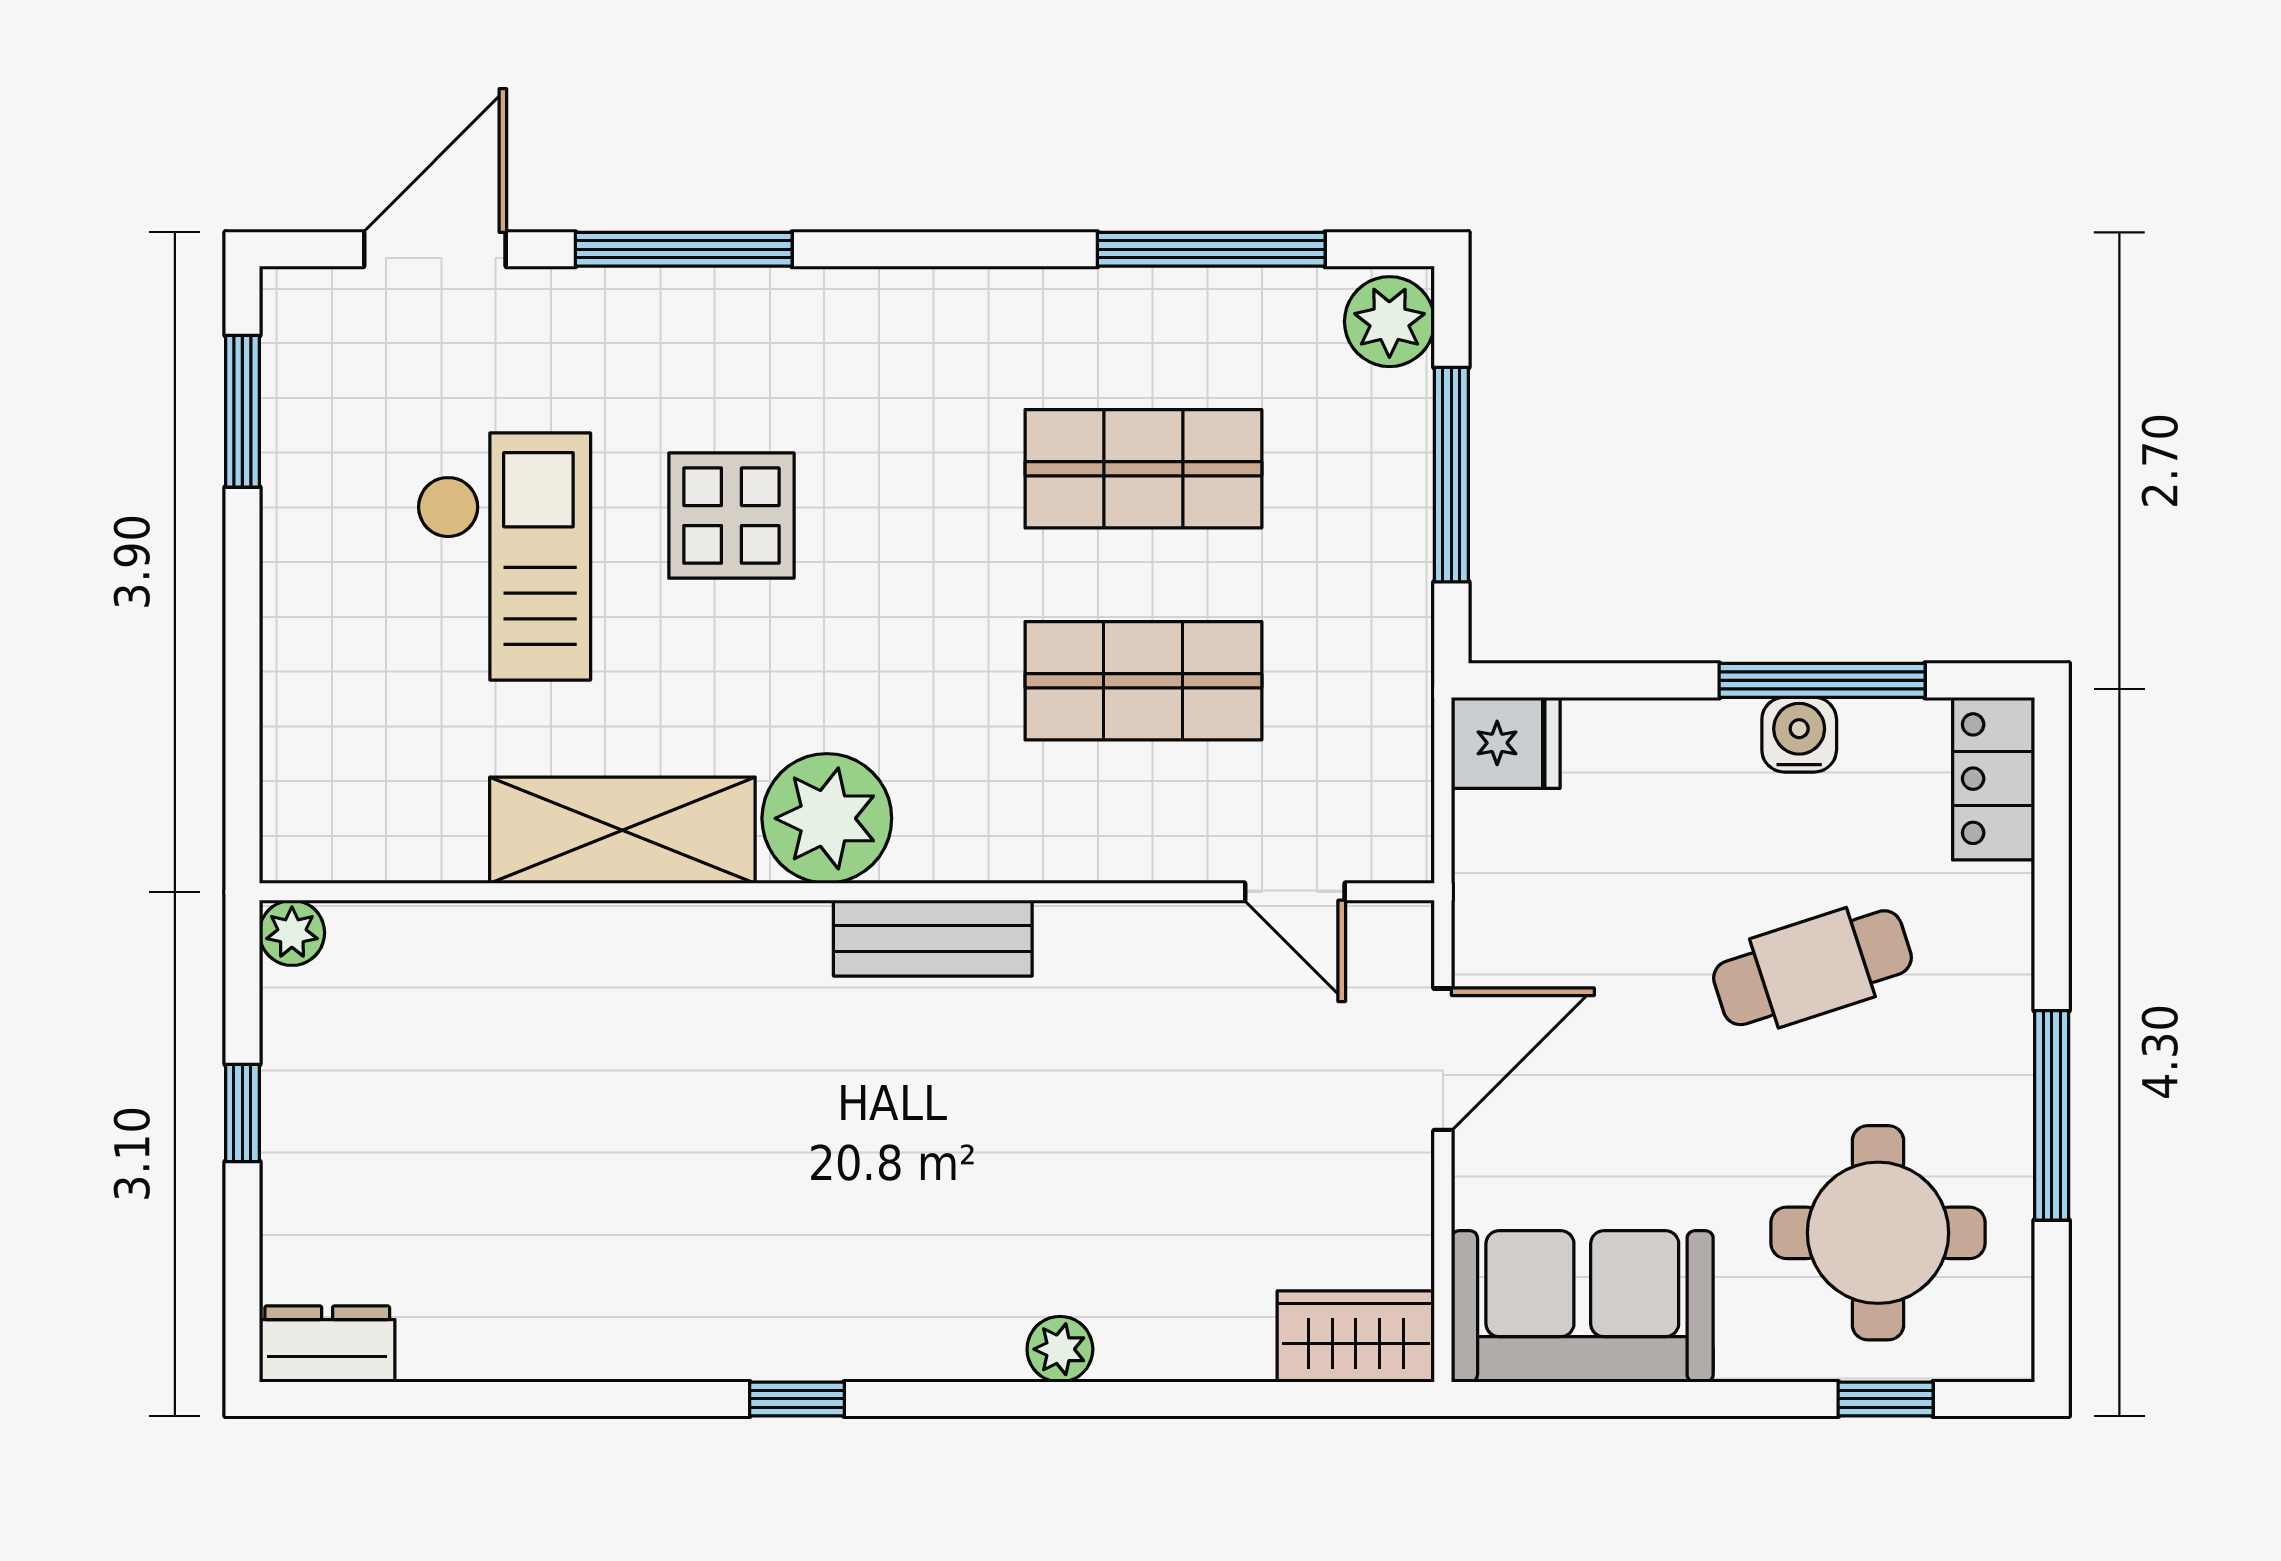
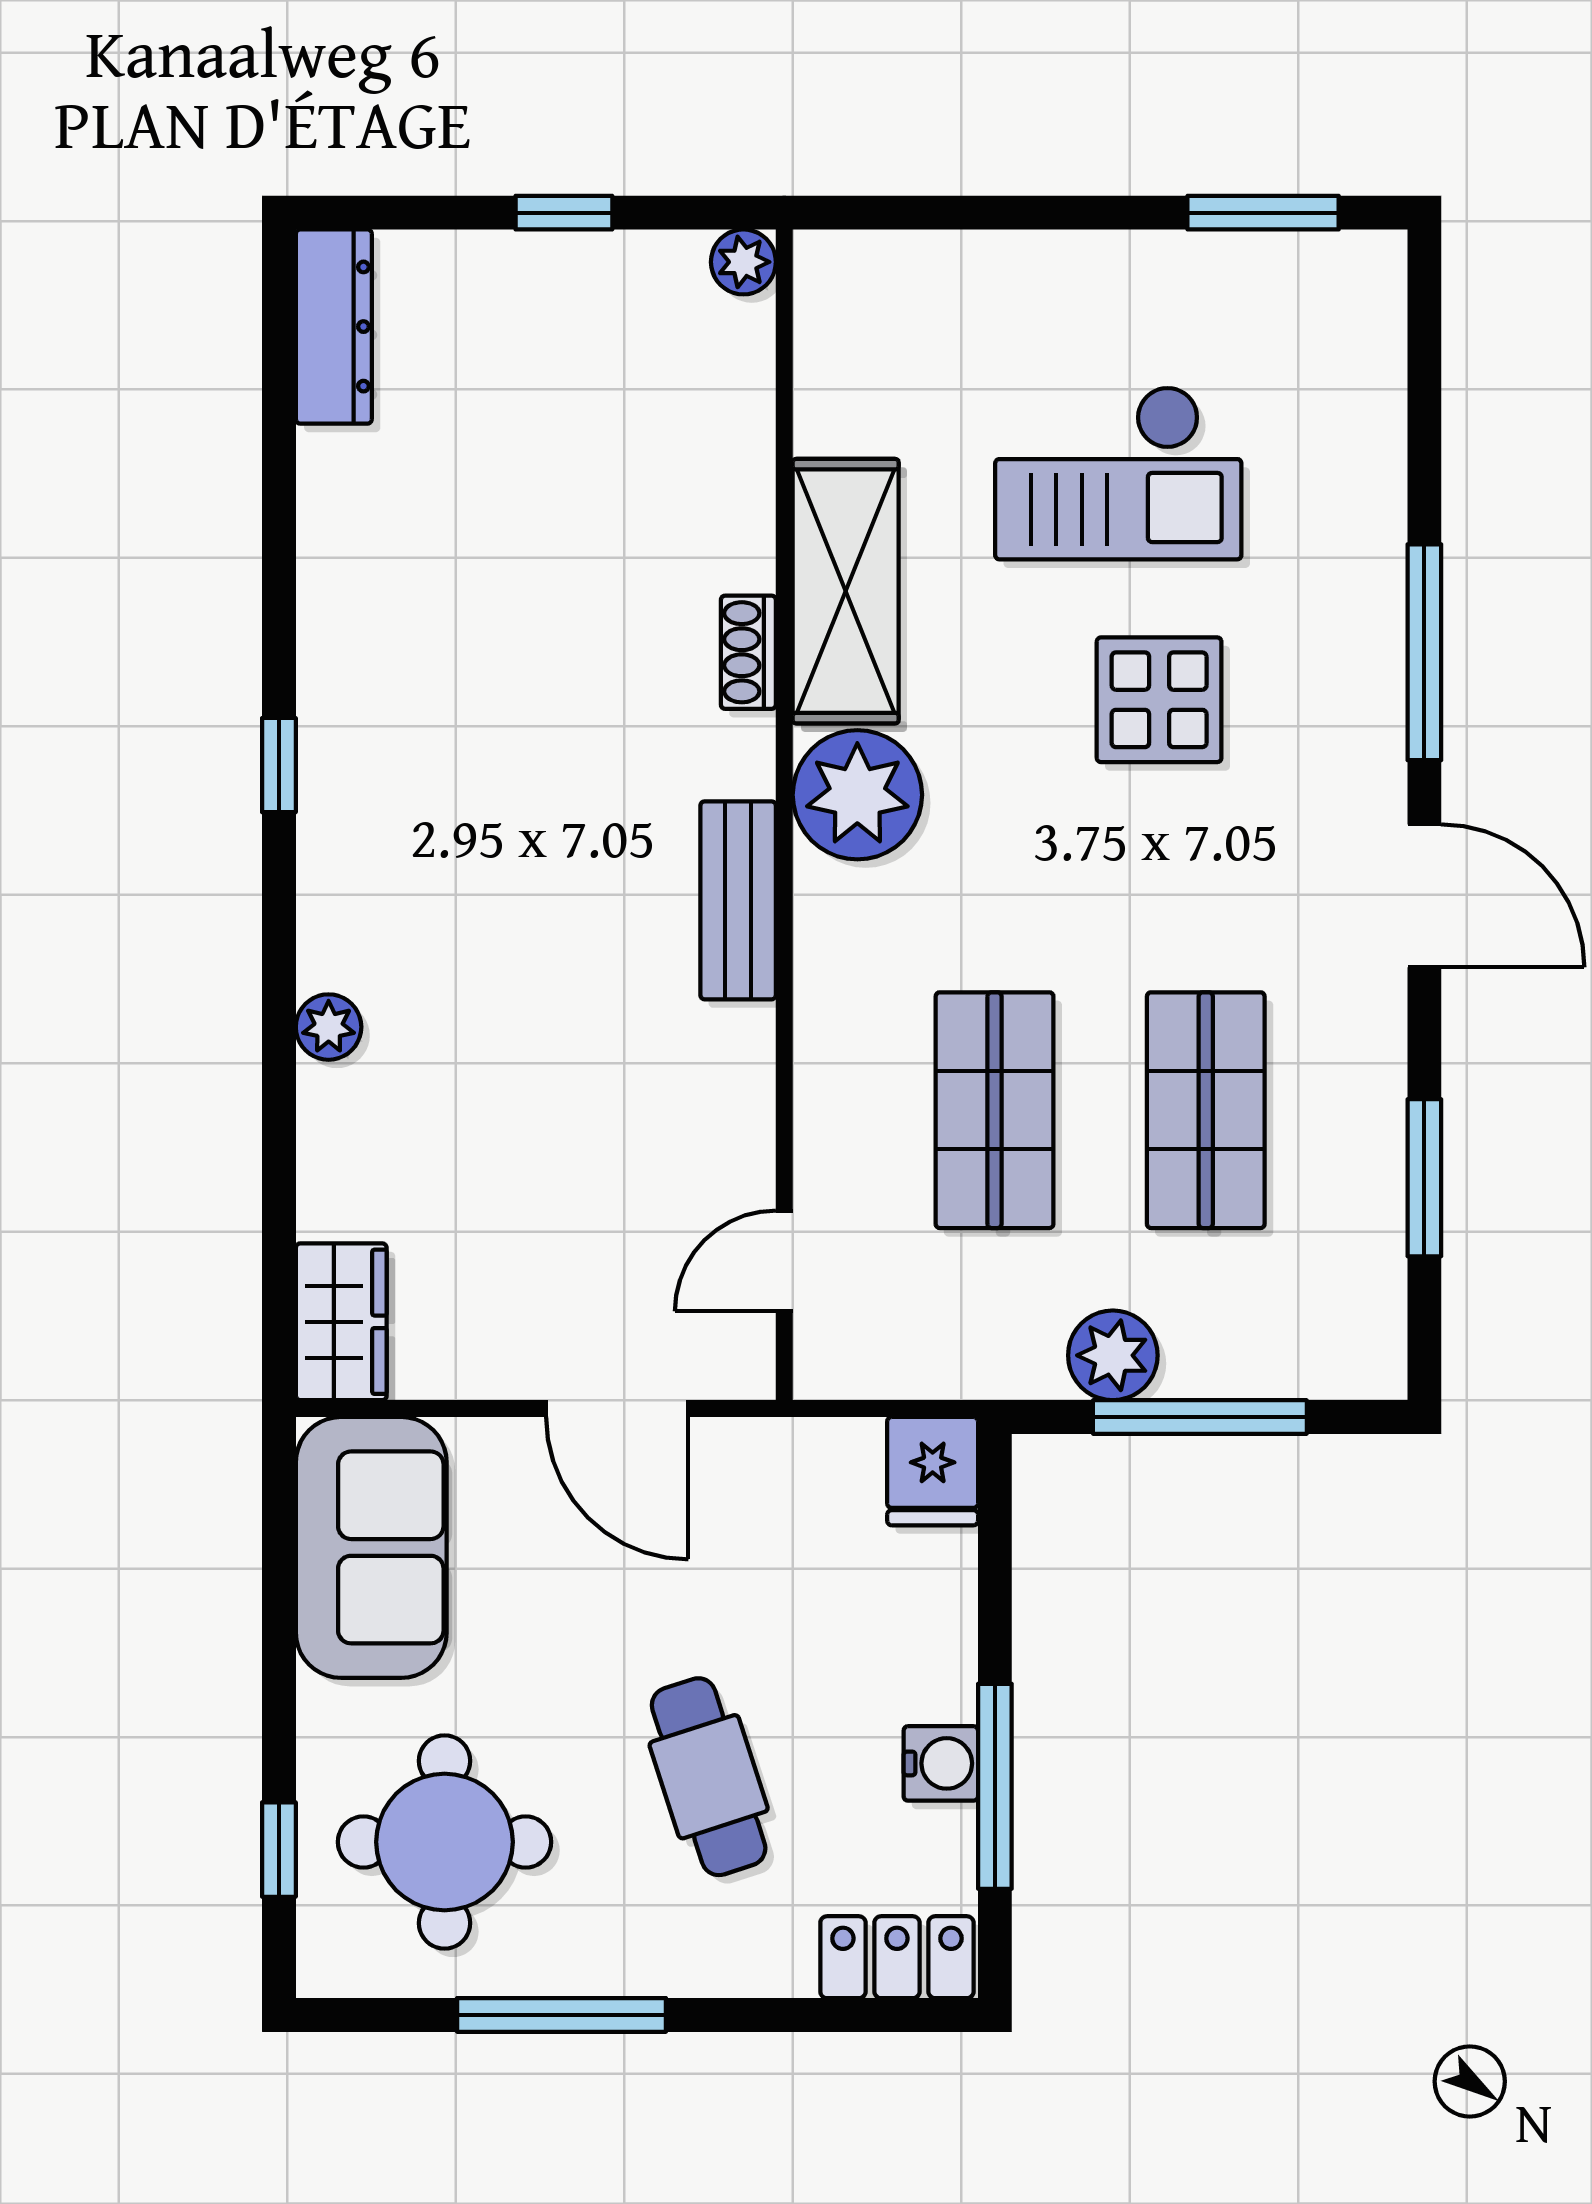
door: (435, 249) -> (1424, 896), moved
window: (1211, 249) -> (1424, 1178), width x0.69
plant: (1389, 322) -> (1113, 1355), moved
shoe rack: (684, 928) -> (748, 652), added
dresser: (327, 1344) -> (334, 327), width x1.44

